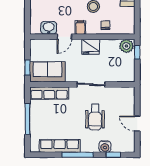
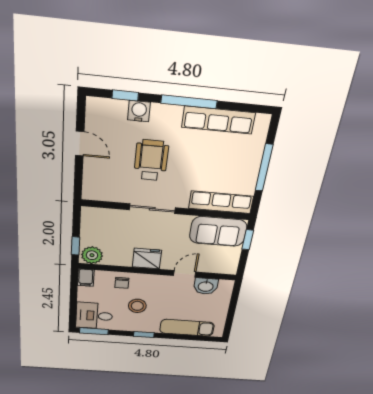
filing cabinet: (80, 27) -> (86, 278), moved

